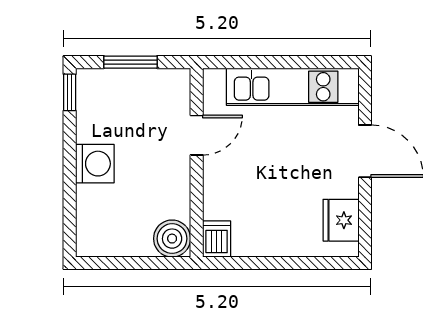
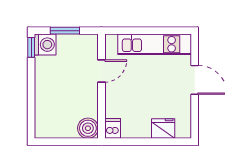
washing machine: (95, 164) -> (45, 45), moved
fridge: (341, 220) -> (163, 129), moved, turned 90

